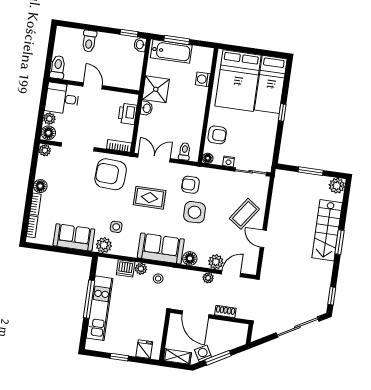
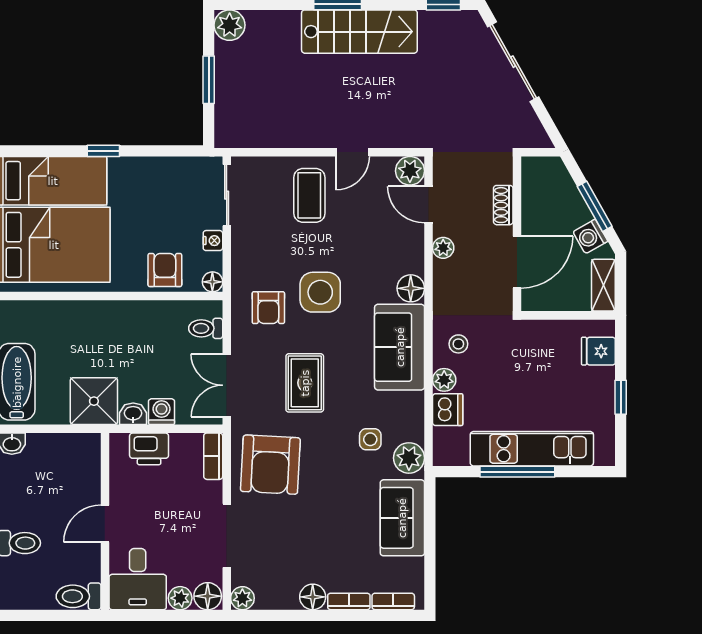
washing machine: (203, 79) -> (162, 412), moved, turned 180
coffee table: (244, 214) -> (309, 195), turned 55
stairs: (327, 230) -> (359, 32), moved
plant: (216, 262) -> (410, 171), moved

